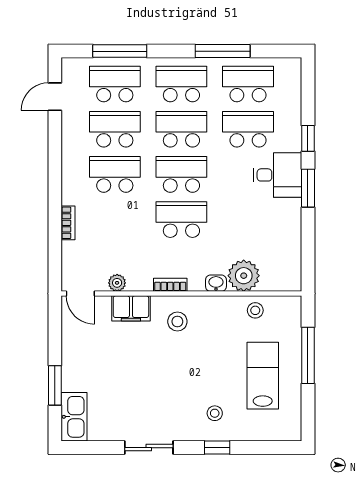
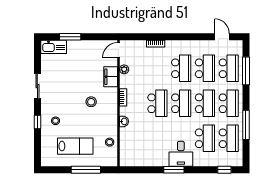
window: (308, 138) -> (224, 170), moved
plant: (244, 276) -> (128, 136), removed
stool: (177, 321) -> (91, 102), moved

